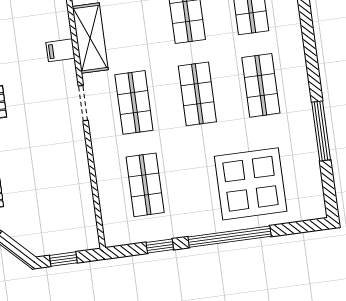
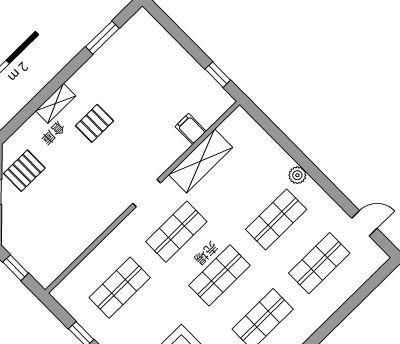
filing cabinet: (60, 50) -> (191, 129), moved

